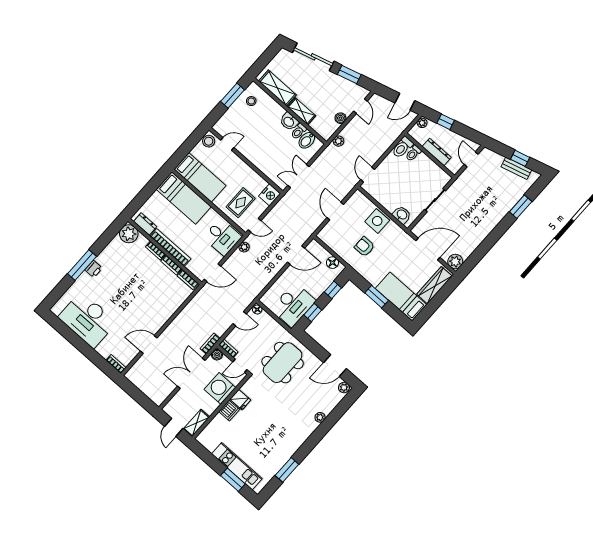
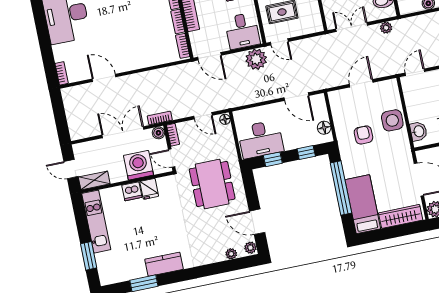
plant: (338, 141) -> (386, 28), moved
nightstand: (270, 195) -> (313, 25), removed
plant: (244, 247) -> (256, 59), width x1.87, depth x1.87
window: (377, 297) -> (341, 188), width x2.11
dining table: (283, 363) -> (212, 184), turned 90
plant: (320, 417) -> (231, 254), moved
door: (174, 427) -> (71, 169), hinge flipped
kitchen counter: (291, 445) -> (164, 264), added
kitchen unit: (237, 466) -> (96, 222), moved

